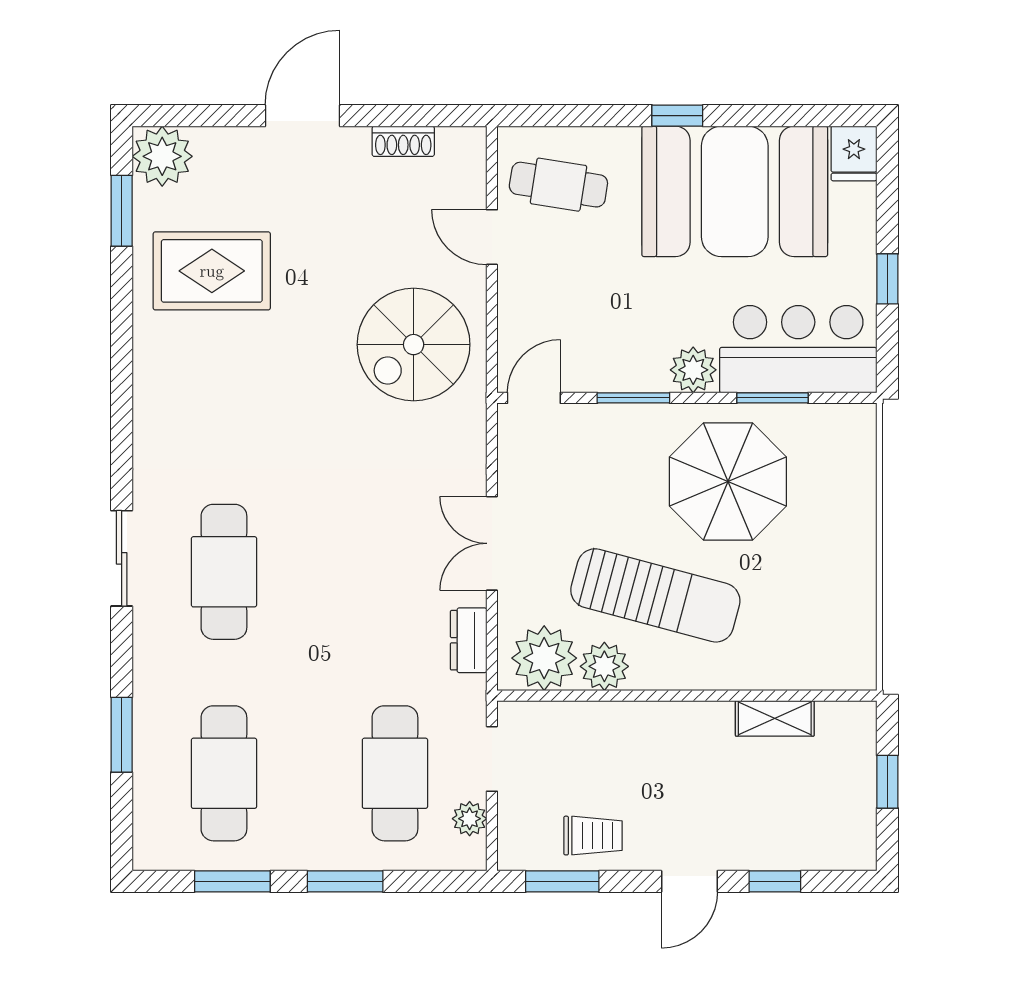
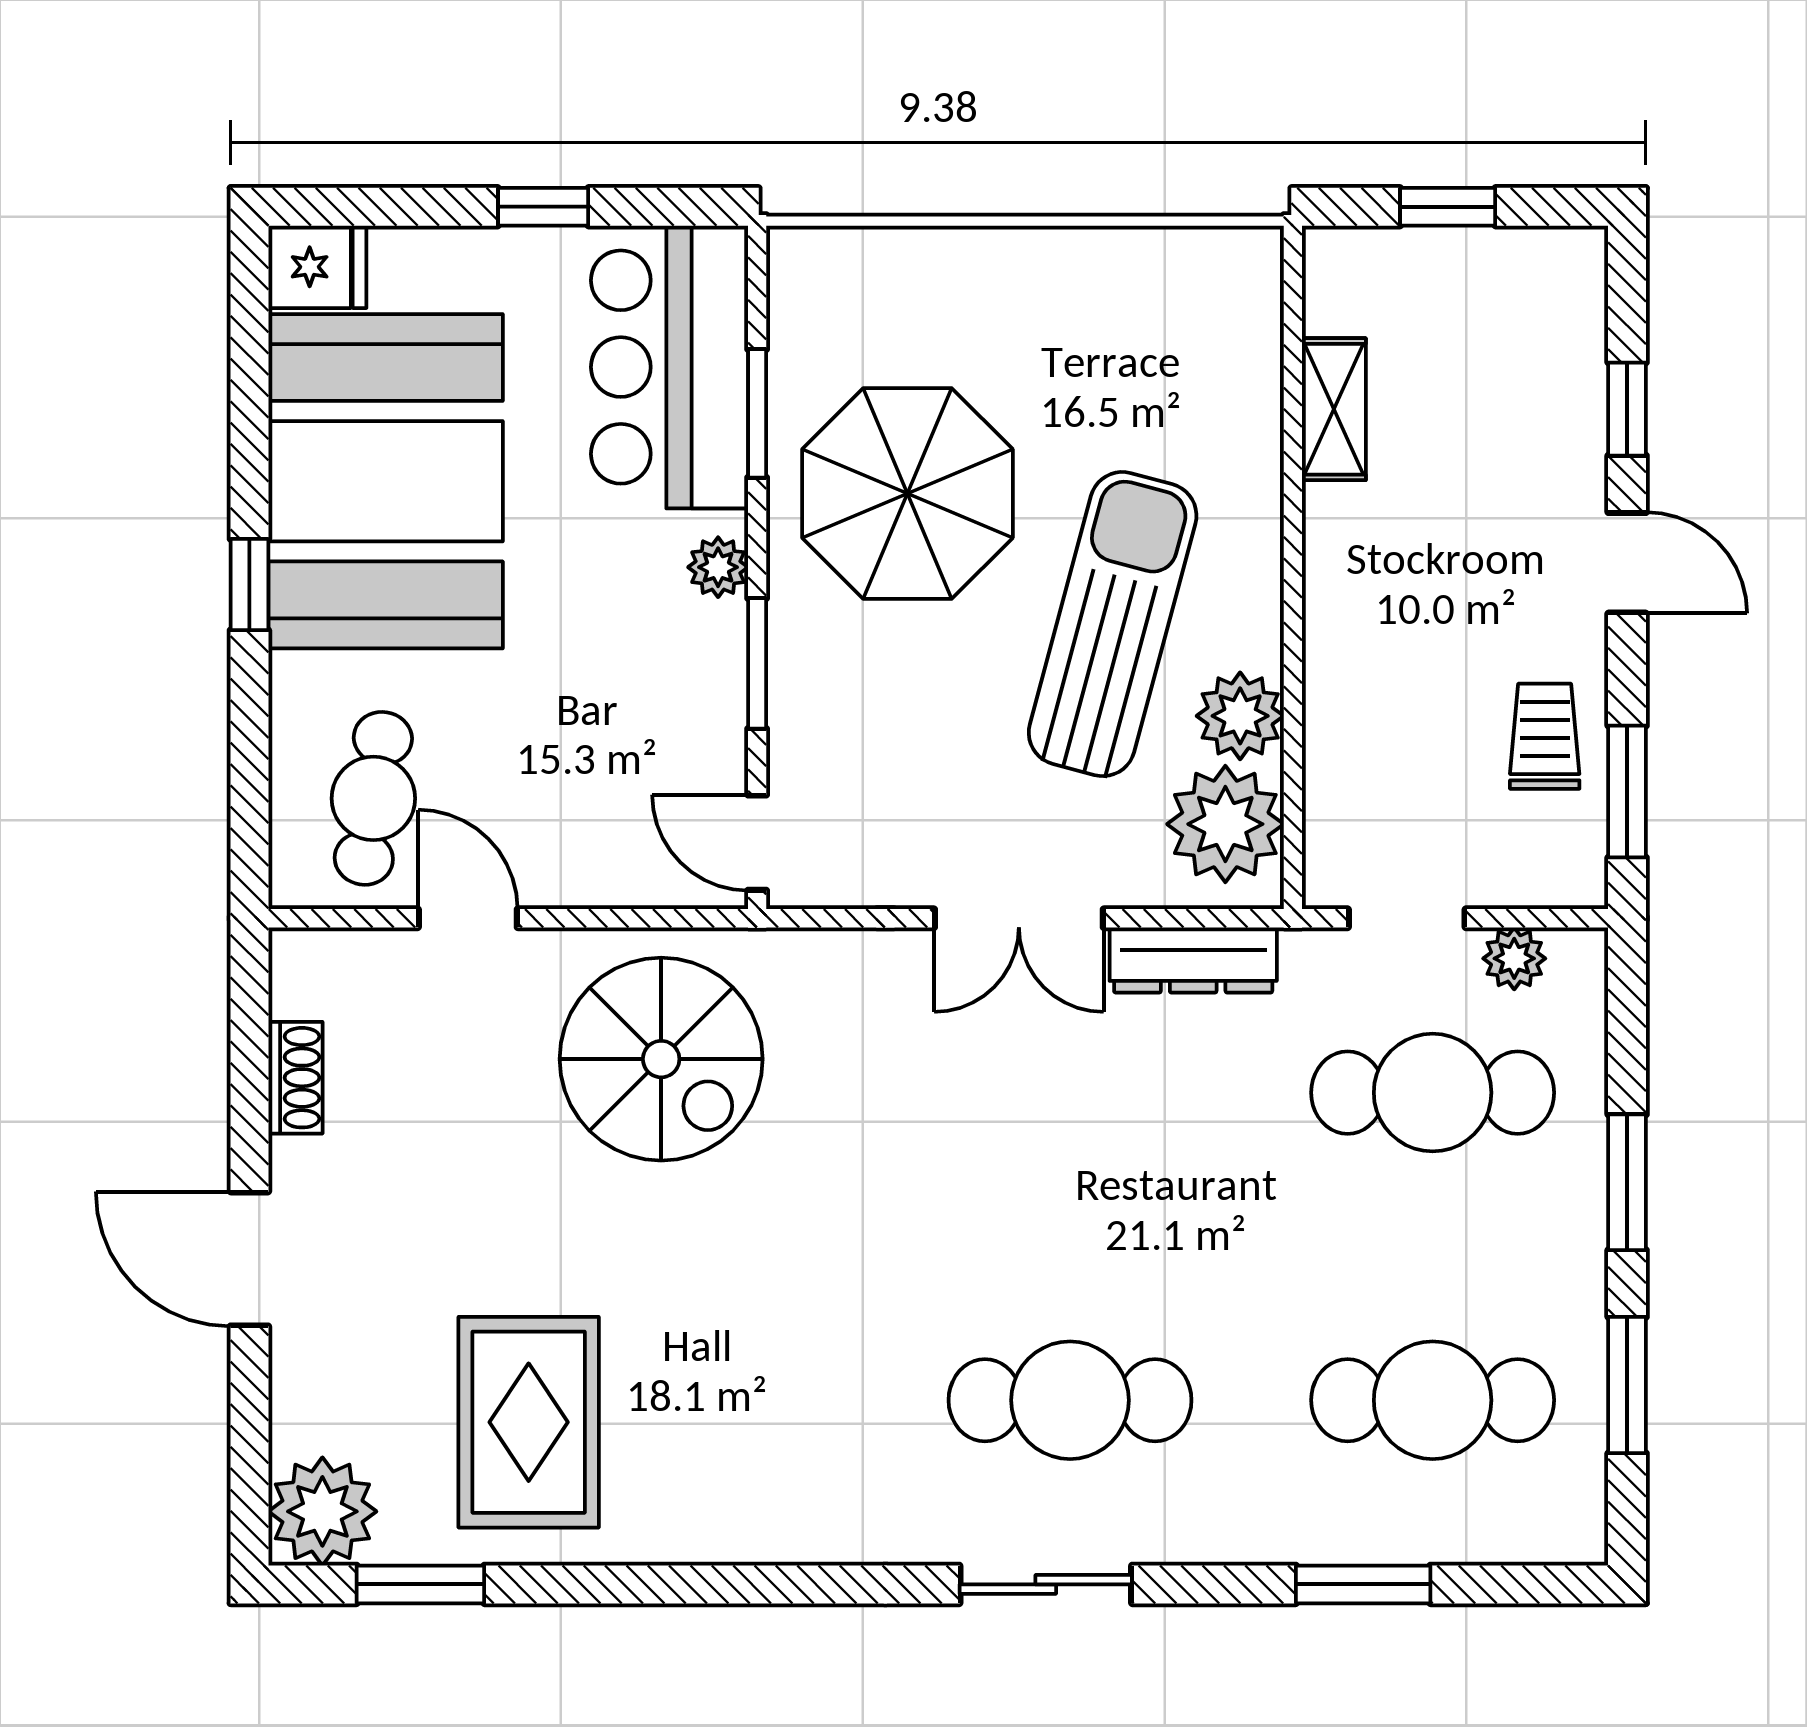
door: (492, 237) -> (468, 918), swing flipped
plant: (693, 370) -> (718, 567), width x0.73, depth x0.73
dresser: (469, 640) -> (1193, 960), width x1.44

